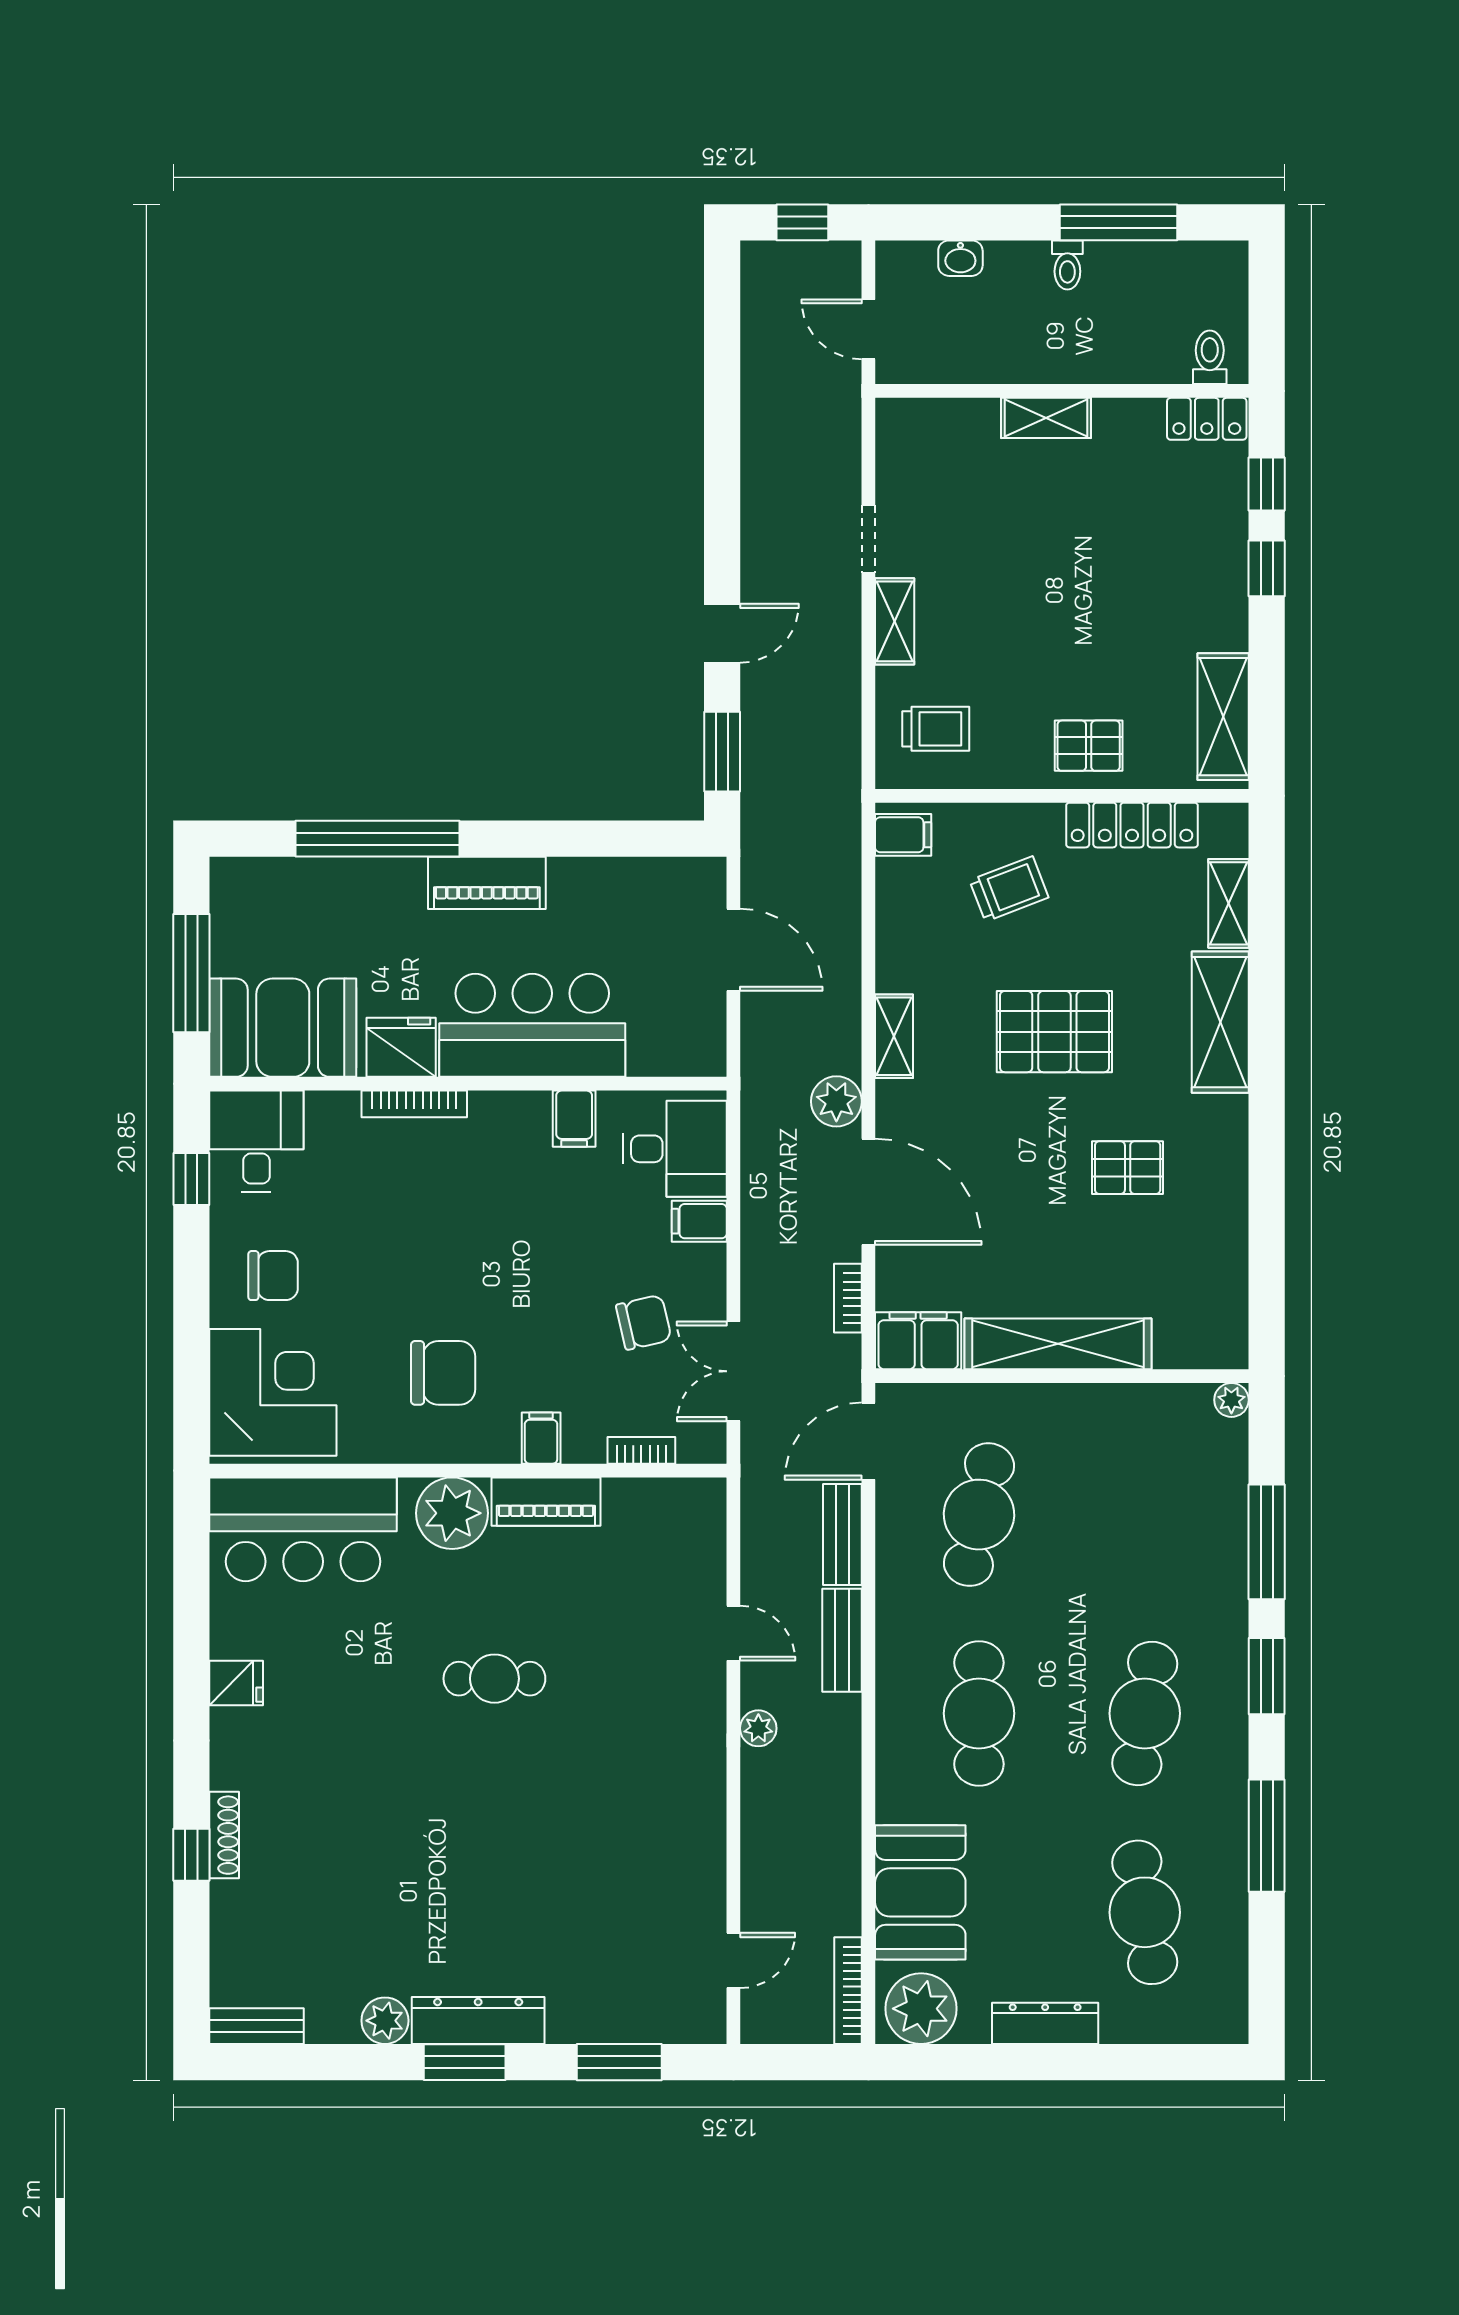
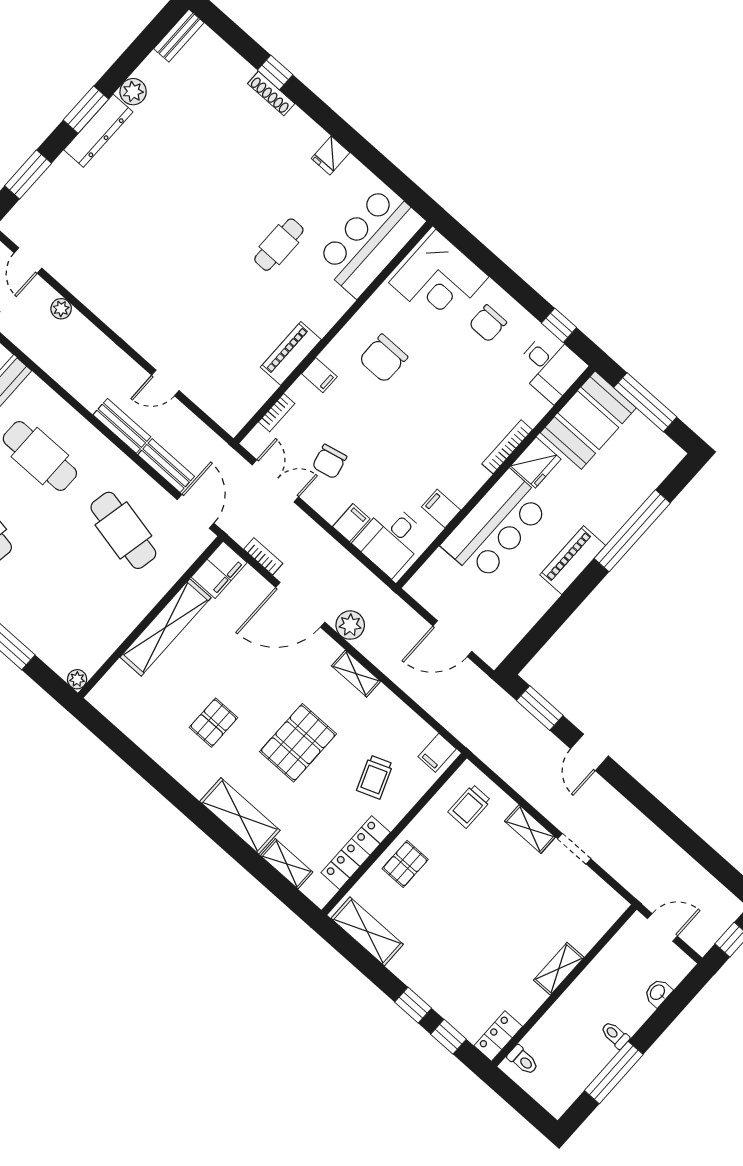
plant: (452, 1513) -> (321, 310), removed
cafe table: (494, 1679) -> (279, 245), moved
plant: (758, 1728) -> (61, 309), moved

